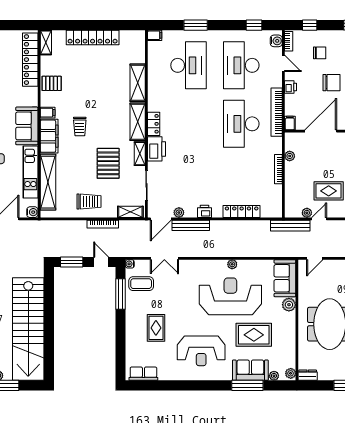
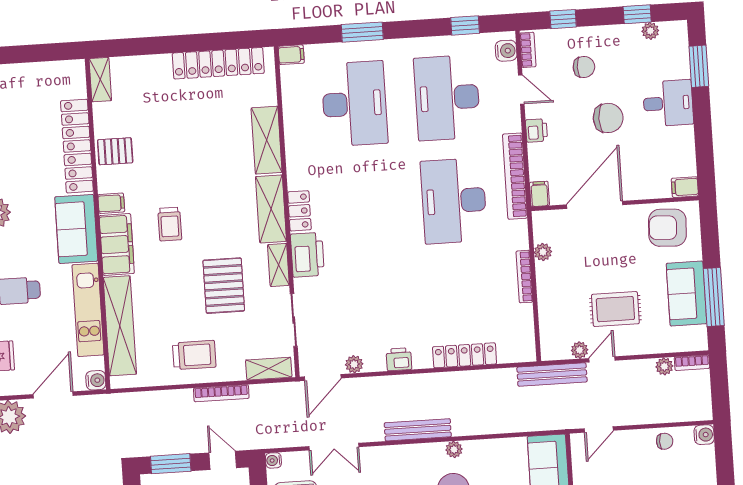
locker: (93, 37) -> (218, 63), moved
locker: (30, 60) -> (77, 146), moved
bench: (191, 225) -> (418, 430), moved

